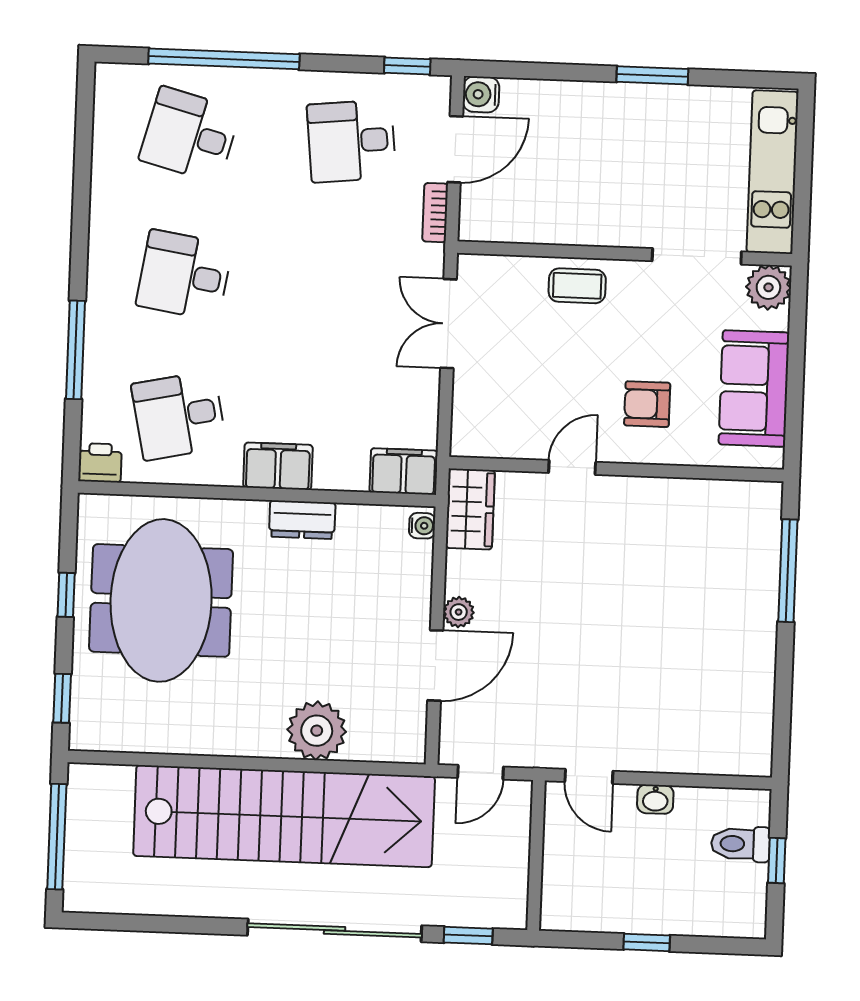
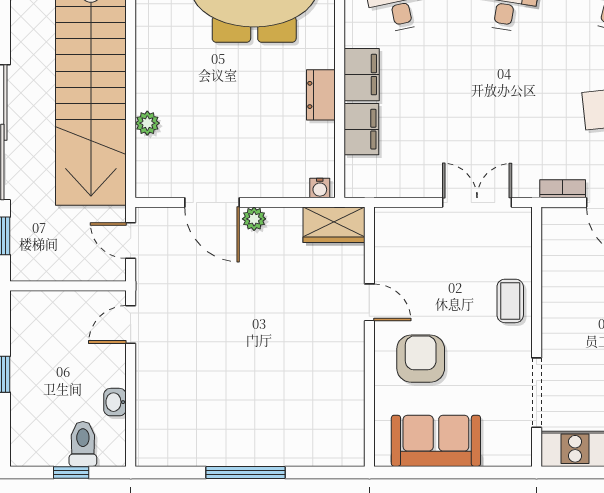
plant: (768, 287) -> (515, 449), removed
armchair: (647, 404) -> (421, 359), width x1.38, depth x1.38
filing cabinet: (404, 471) -> (361, 129), moved
window: (788, 571) -> (246, 472), moved
plant: (317, 731) -> (147, 123), width x0.53, depth x0.53
washbasin: (655, 799) -> (115, 402), moved

